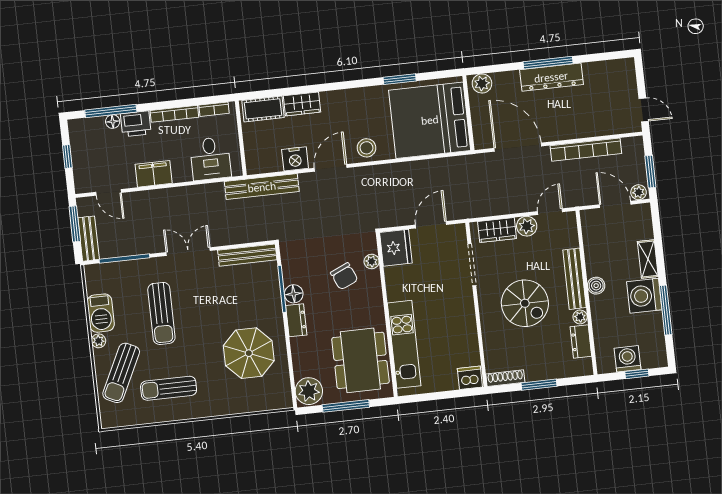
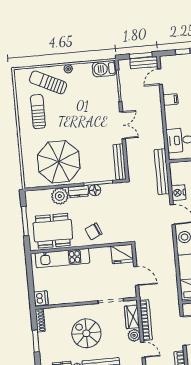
filing cabinet: (154, 174) -> (170, 99), width x0.50
bookcase: (502, 208) -> (146, 320), added
bench: (89, 239) -> (144, 63), moved
plant: (372, 261) -> (114, 239), removed
chair: (344, 276) -> (94, 231), moved
spiral stairs: (525, 303) -> (86, 333), turned 90
barbecue: (101, 313) -> (104, 69), moved
sun lounger: (161, 313) -> (84, 108), removed
parasol: (249, 353) -> (59, 162), width x1.36, depth x1.36
plant: (309, 391) -> (60, 196), moved

